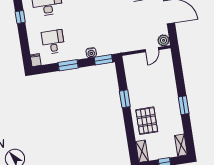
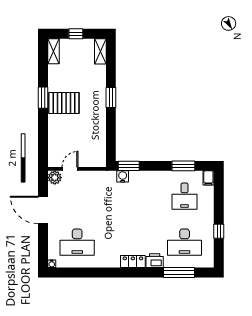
water cooler: (91, 53) -> (123, 176), moved
window: (68, 65) -> (183, 166), moved
window: (125, 99) -> (111, 98), moved
pallet: (147, 121) -> (64, 103), moved, turned 90

